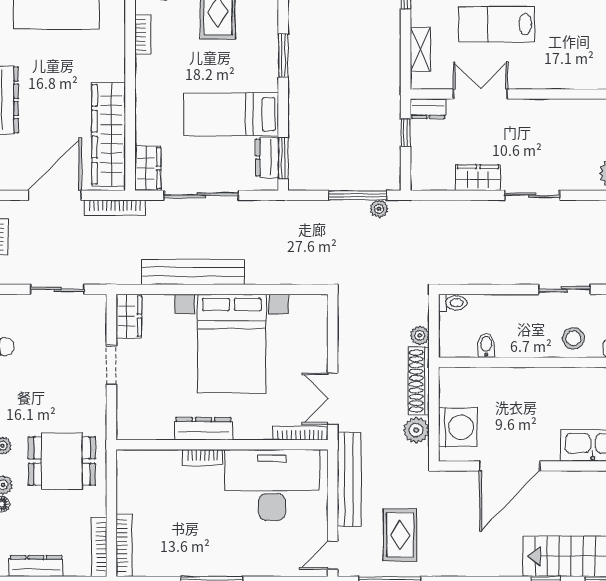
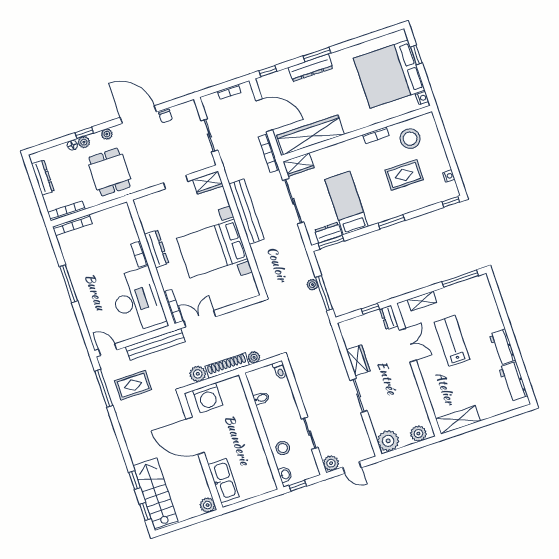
plant: (379, 209) -> (312, 285), moved

